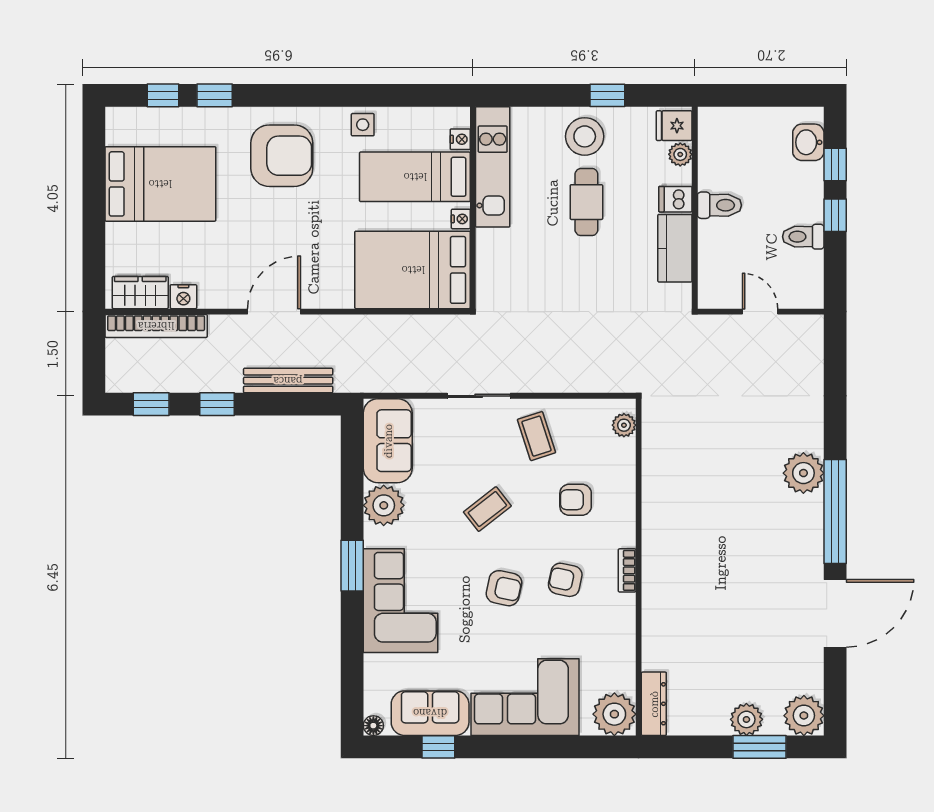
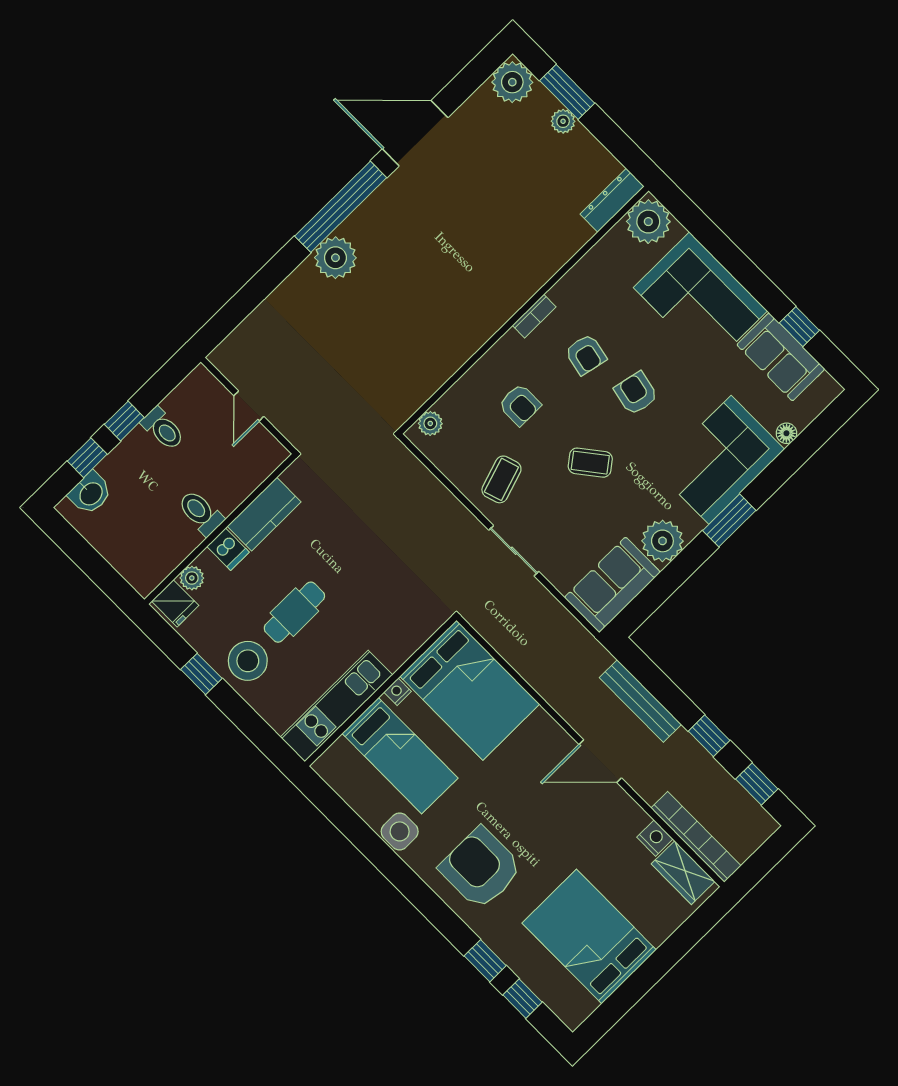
side table: (363, 125) -> (400, 831), width x1.37, depth x1.37
nightstand: (460, 139) -> (340, 750), removed
plant: (746, 719) -> (563, 121), width x0.73, depth x0.73
floor lamp: (373, 726) -> (786, 433), moved

